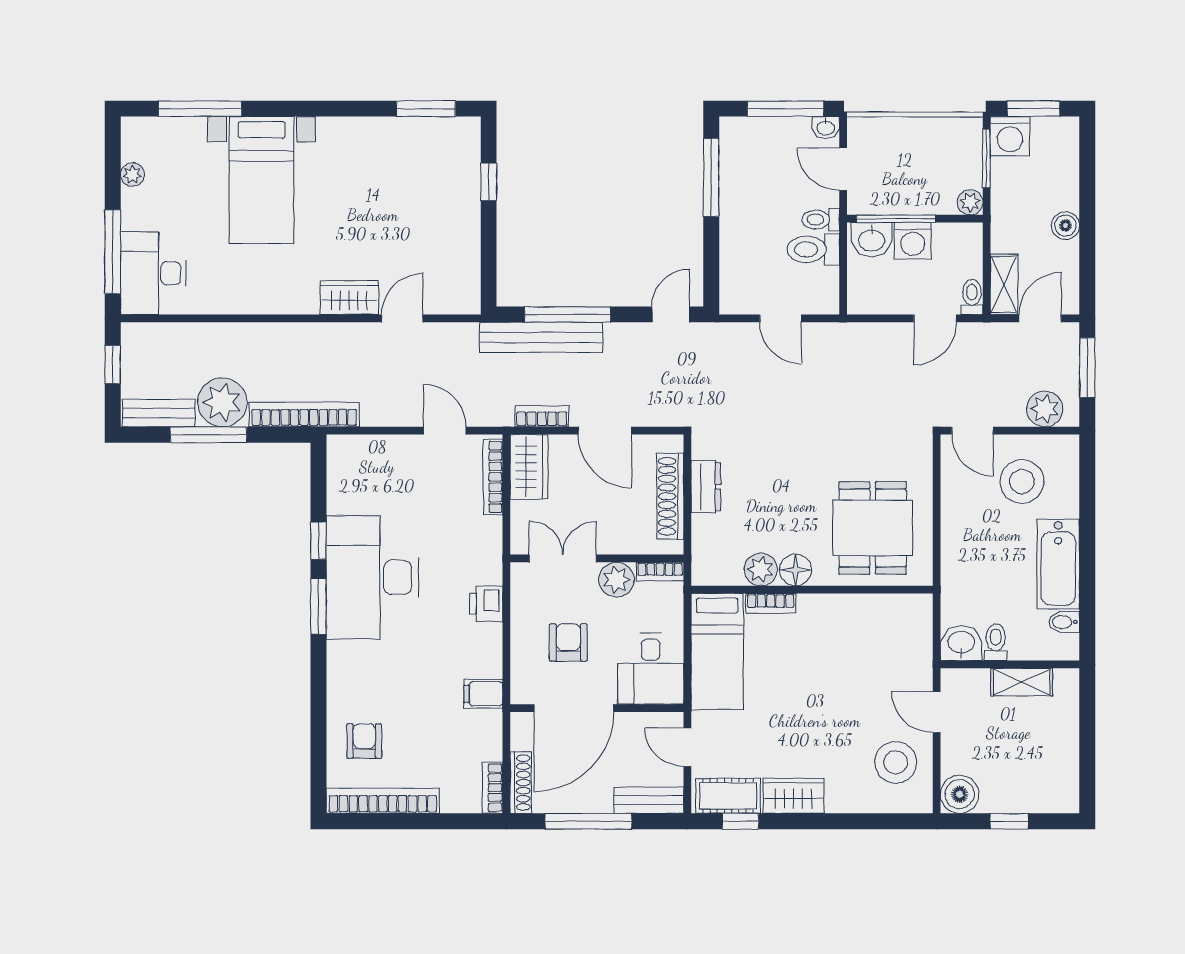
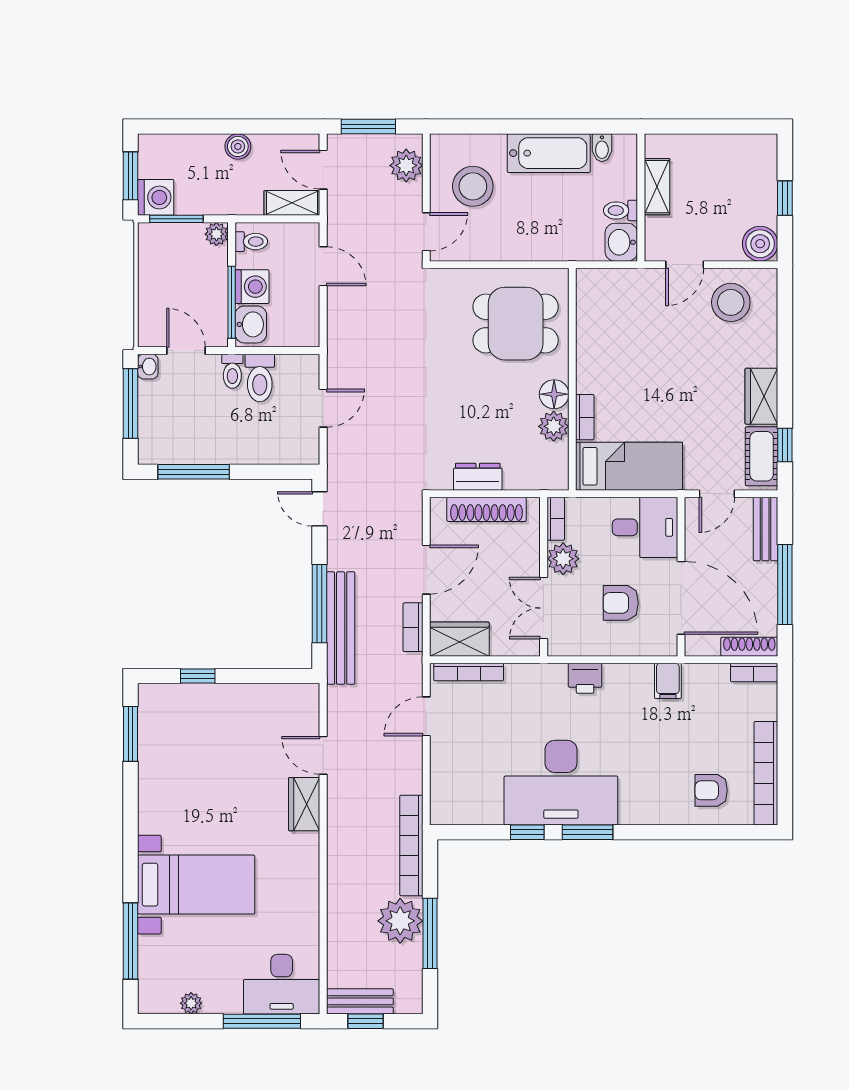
door: (843, 169) -> (186, 351), swing flipped
toilet: (972, 297) -> (251, 242), moved, turned 180
bench: (159, 413) -> (360, 1001), moved, turned 90

